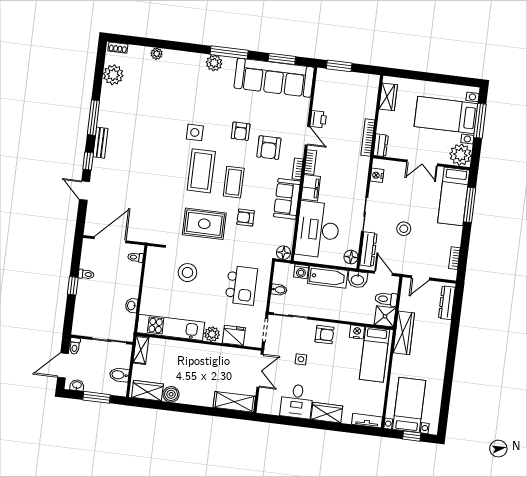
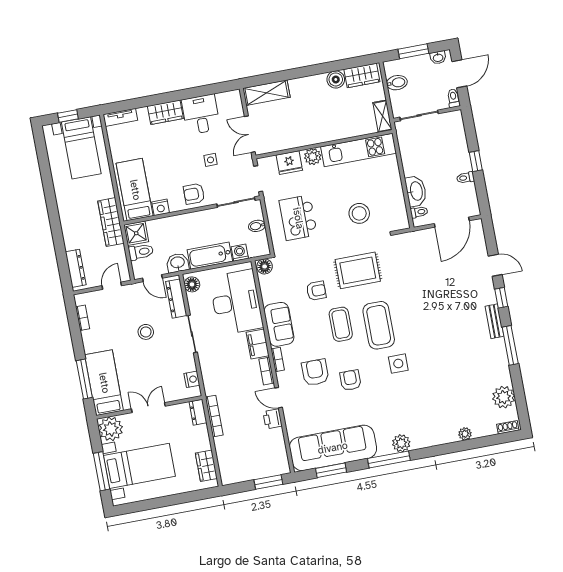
washbasin: (131, 305) -> (416, 191), moved, width x1.91, depth x1.45

